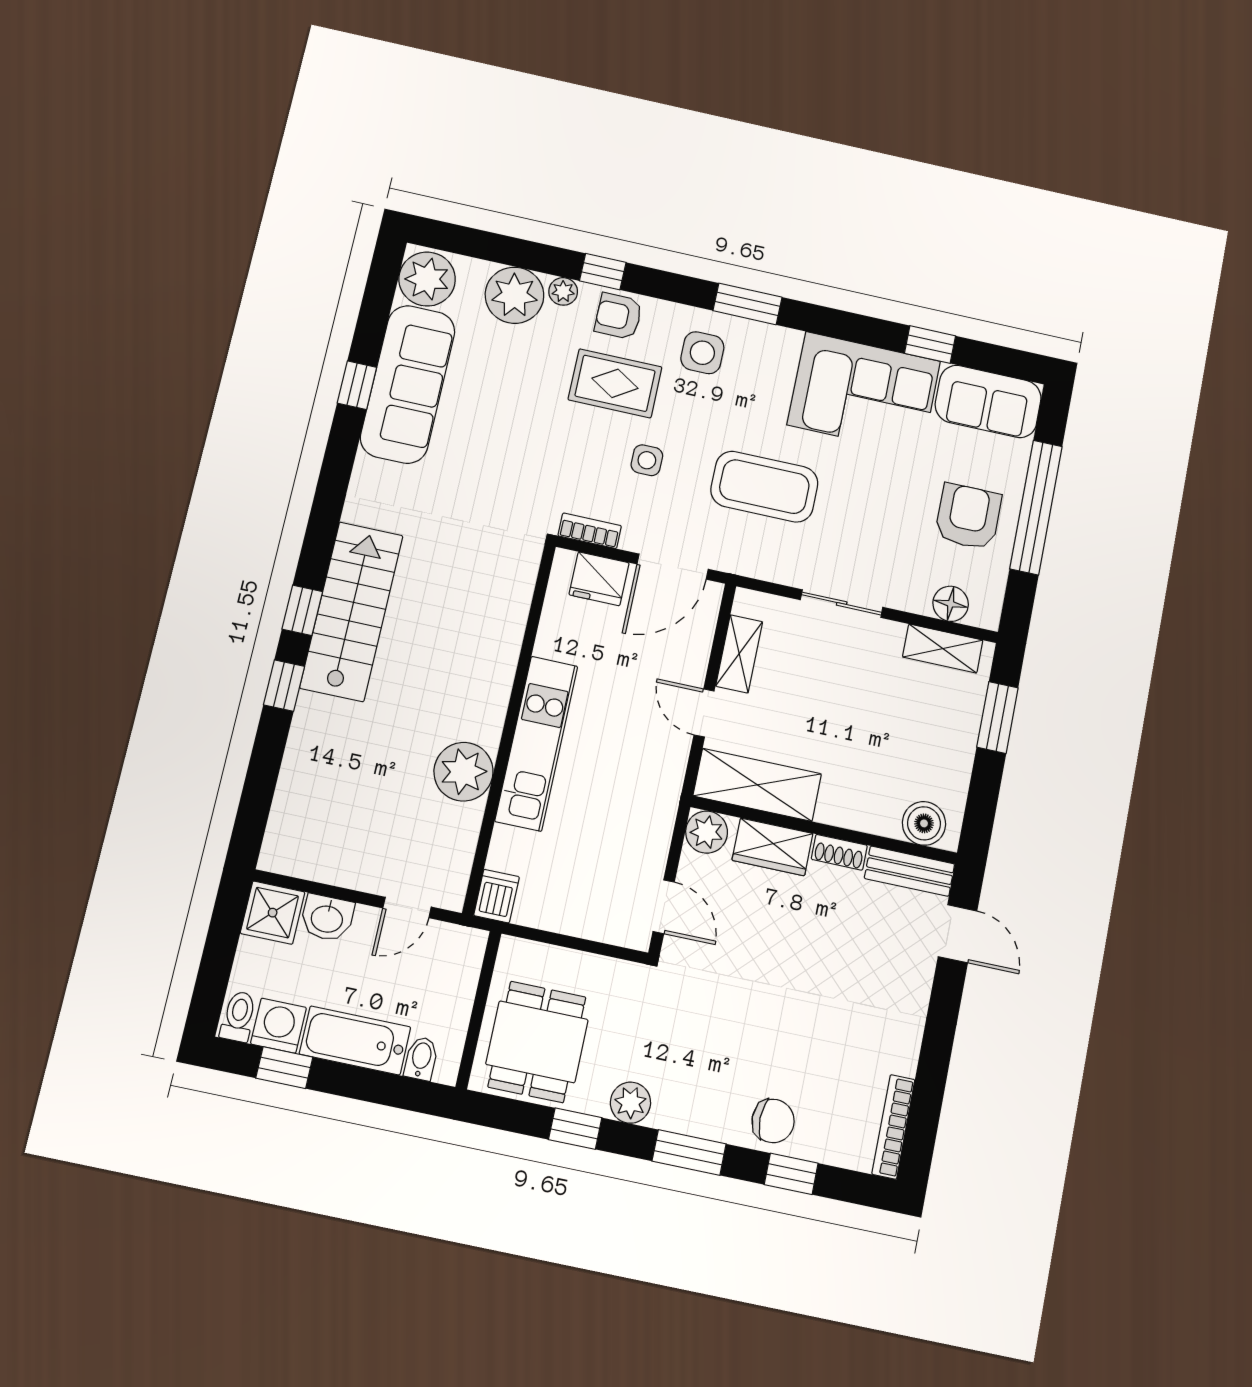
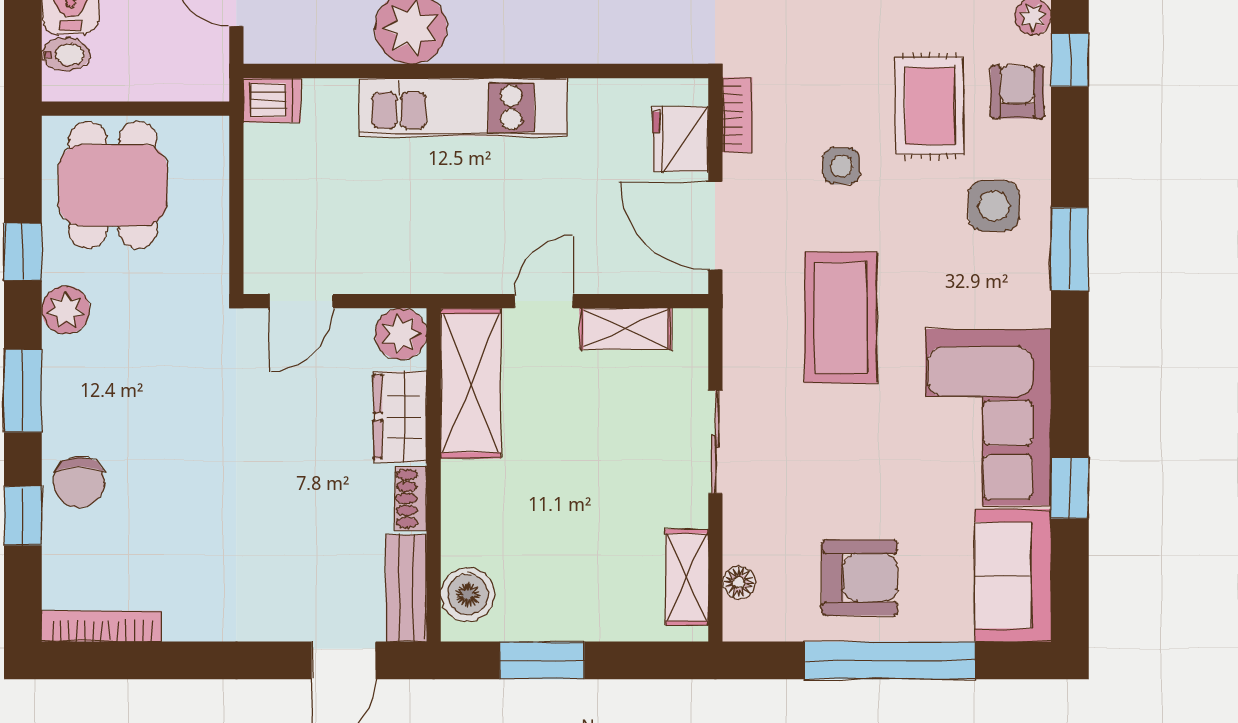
floor lamp: (951, 604) -> (739, 582), width x0.73, depth x0.73
window: (997, 717) -> (542, 660), moved
dining table: (537, 1042) -> (113, 185), turned 90

